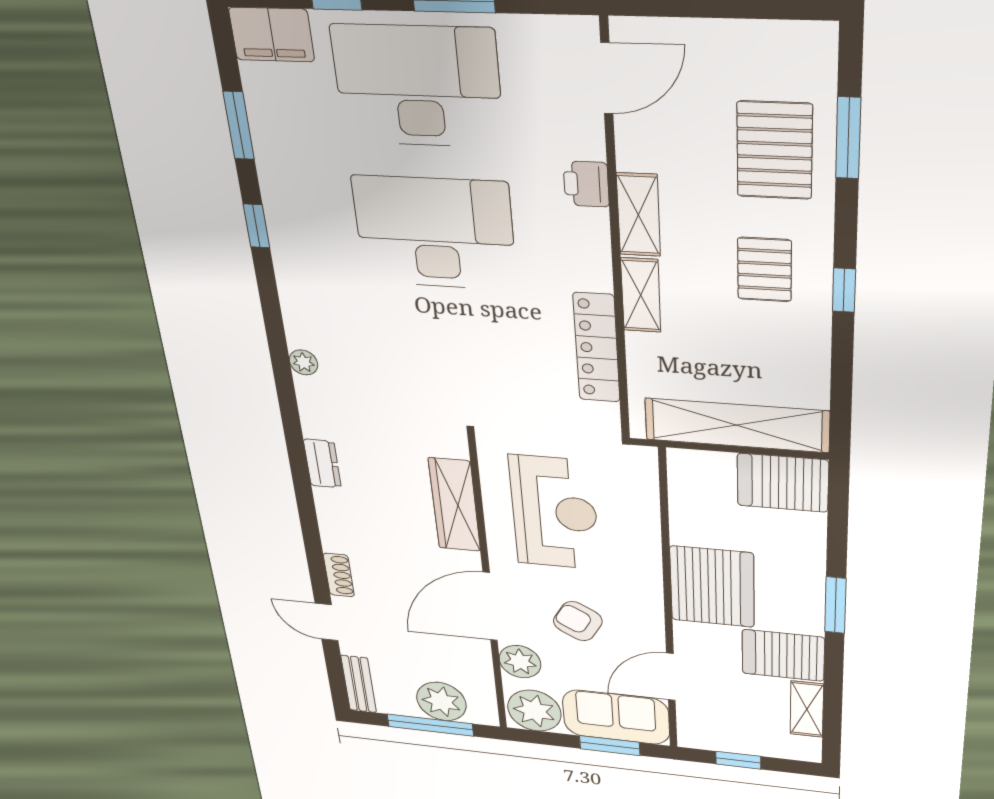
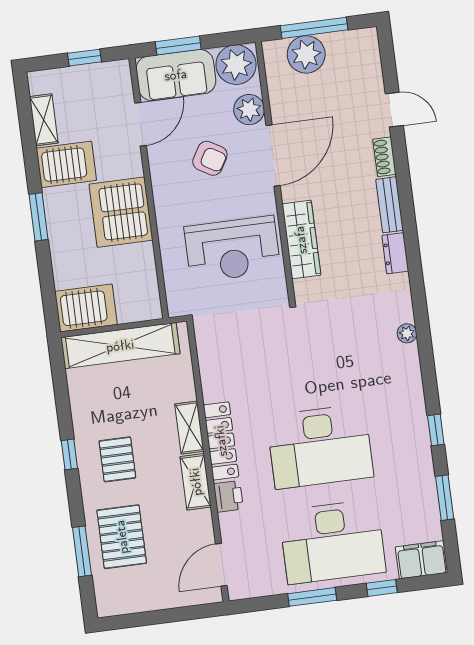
locker: (597, 348) -> (221, 441), moved
reception desk: (554, 513) -> (232, 249), turned -90
bench: (359, 684) -> (390, 205), moved

